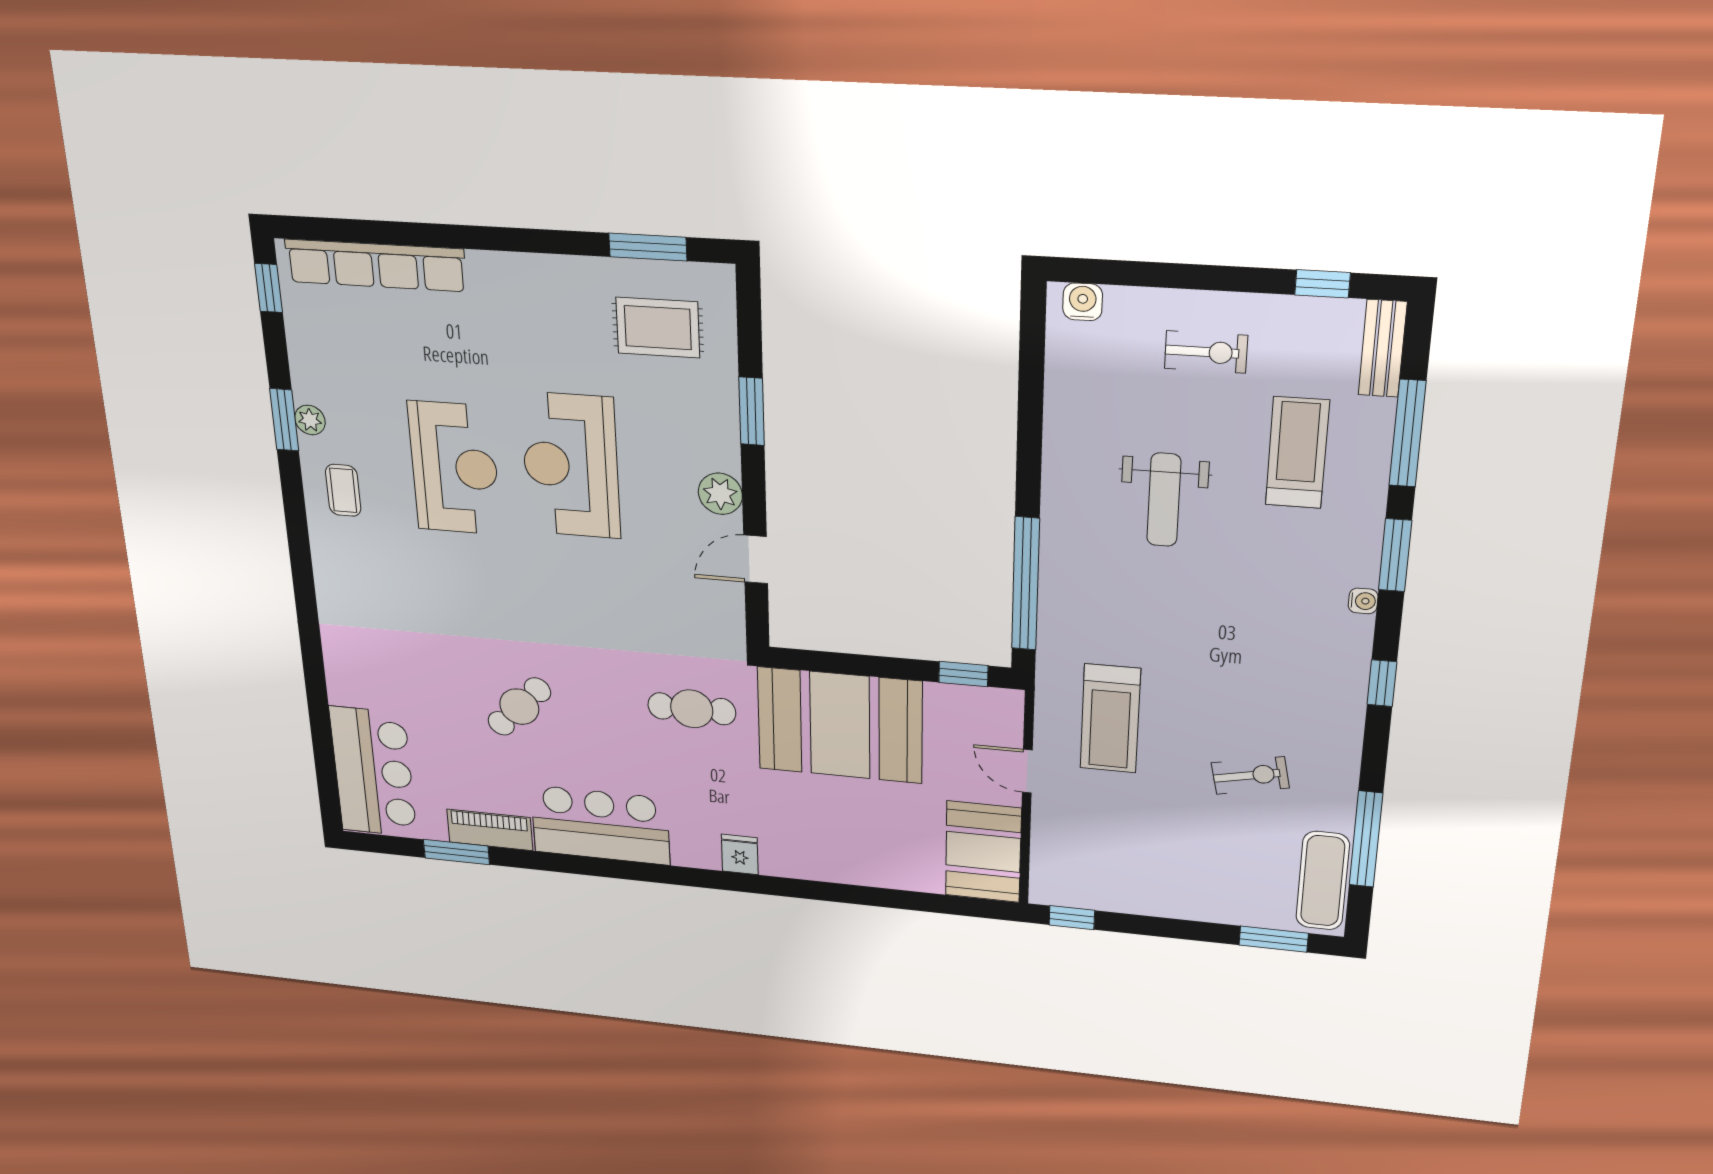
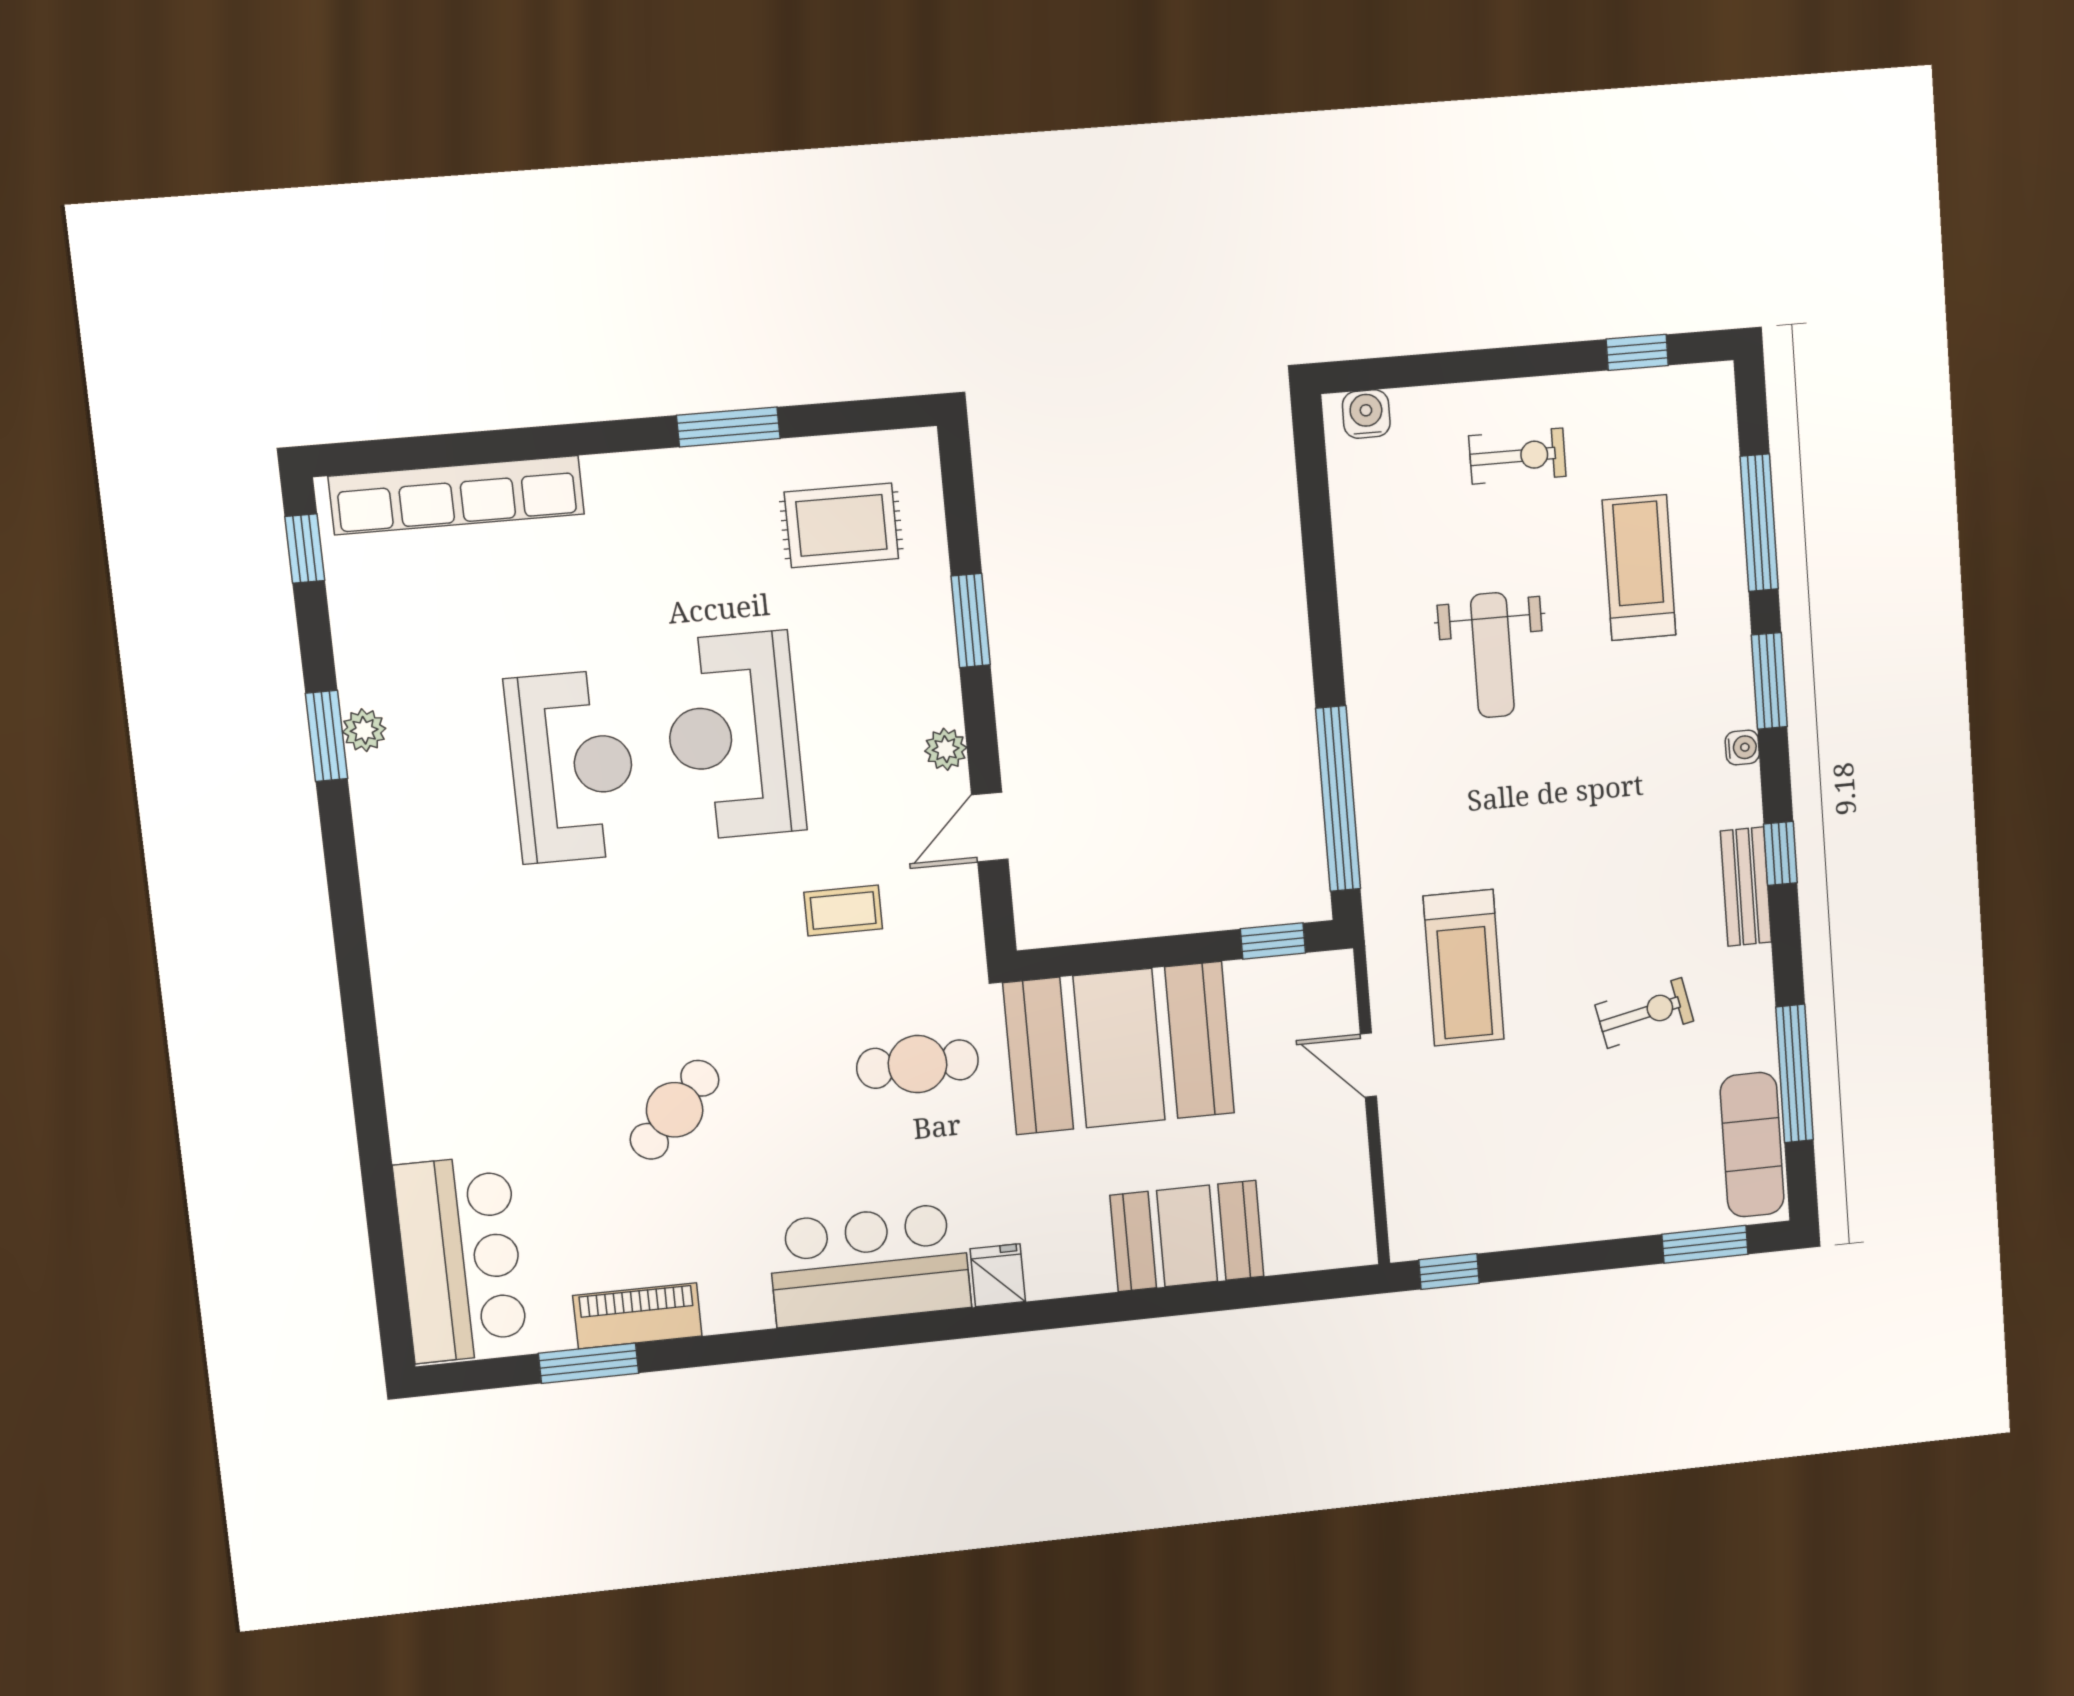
window: (648, 247) -> (728, 427), moved
bench: (1383, 348) -> (1746, 887), moved
coffee table: (343, 490) -> (843, 911), moved, turned 90
plant: (720, 494) -> (946, 749), width x0.73, depth x0.73
bar counter: (600, 825) -> (869, 1265), moved
booth: (983, 852) -> (1187, 1236), moved, turned 90

